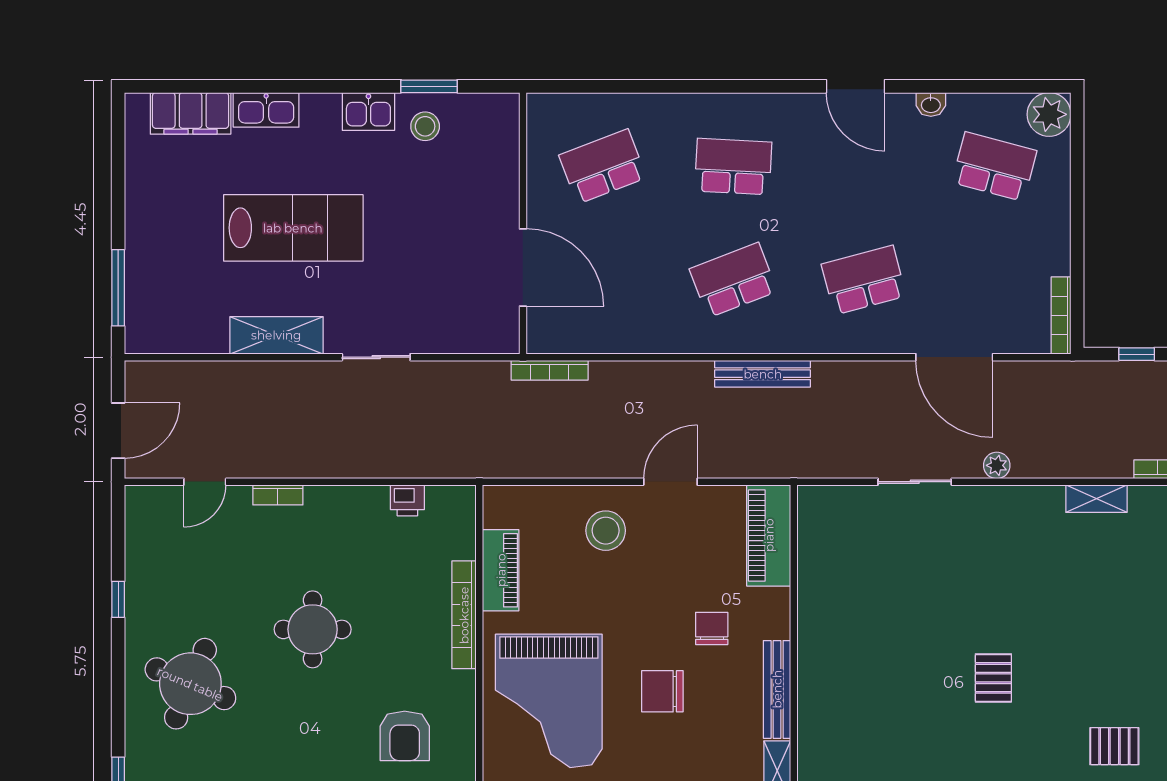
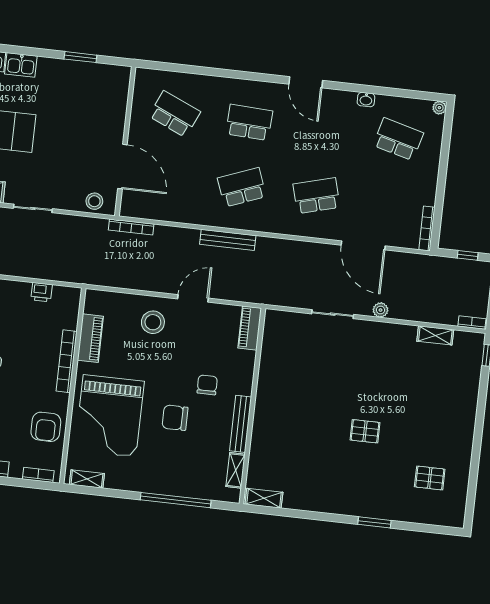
door: (856, 86) -> (306, 82), moved
kitchen sink: (368, 111) -> (21, 65), moved
plant: (1049, 114) -> (439, 108), width x0.53, depth x0.53
stool: (425, 126) -> (94, 201), moved
school desk: (603, 166) -> (175, 114), turned 45
bench: (763, 374) -> (228, 240), moved
piano: (769, 535) -> (250, 328), width x0.73, depth x0.75
pallet: (993, 678) -> (365, 431), turned 90
armchair: (405, 736) -> (46, 427), moved

